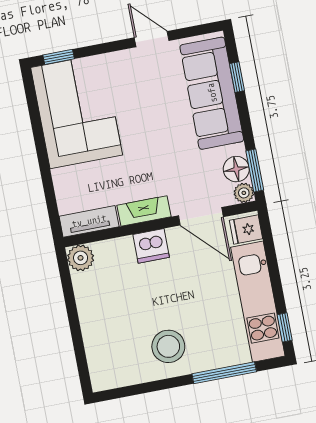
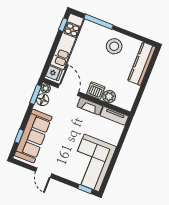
plant: (81, 258) -> (109, 97), moved
kitchen counter: (99, 346) -> (142, 64), added

